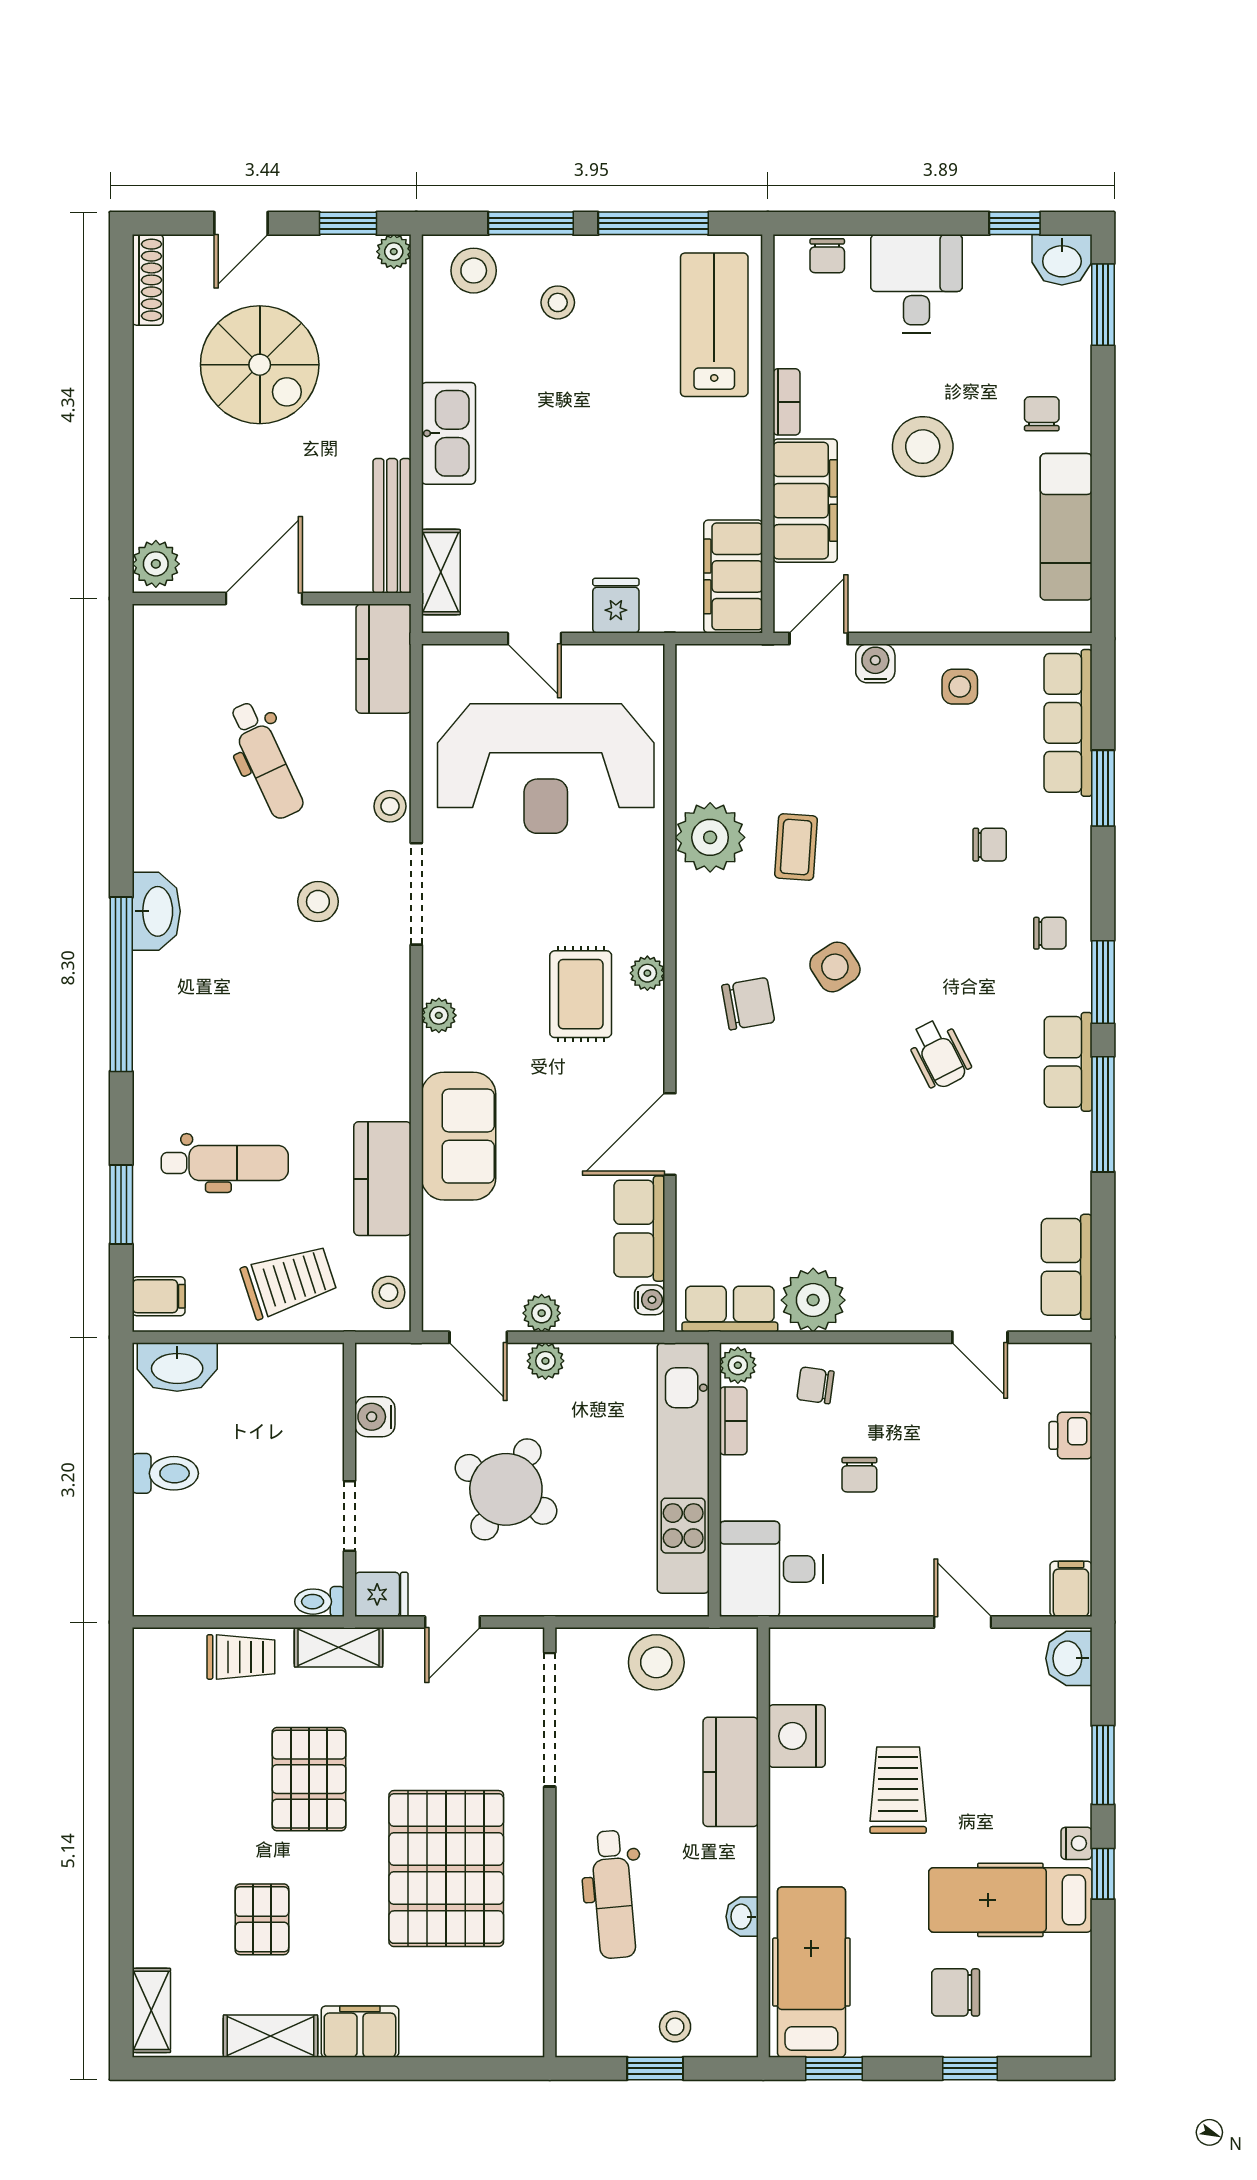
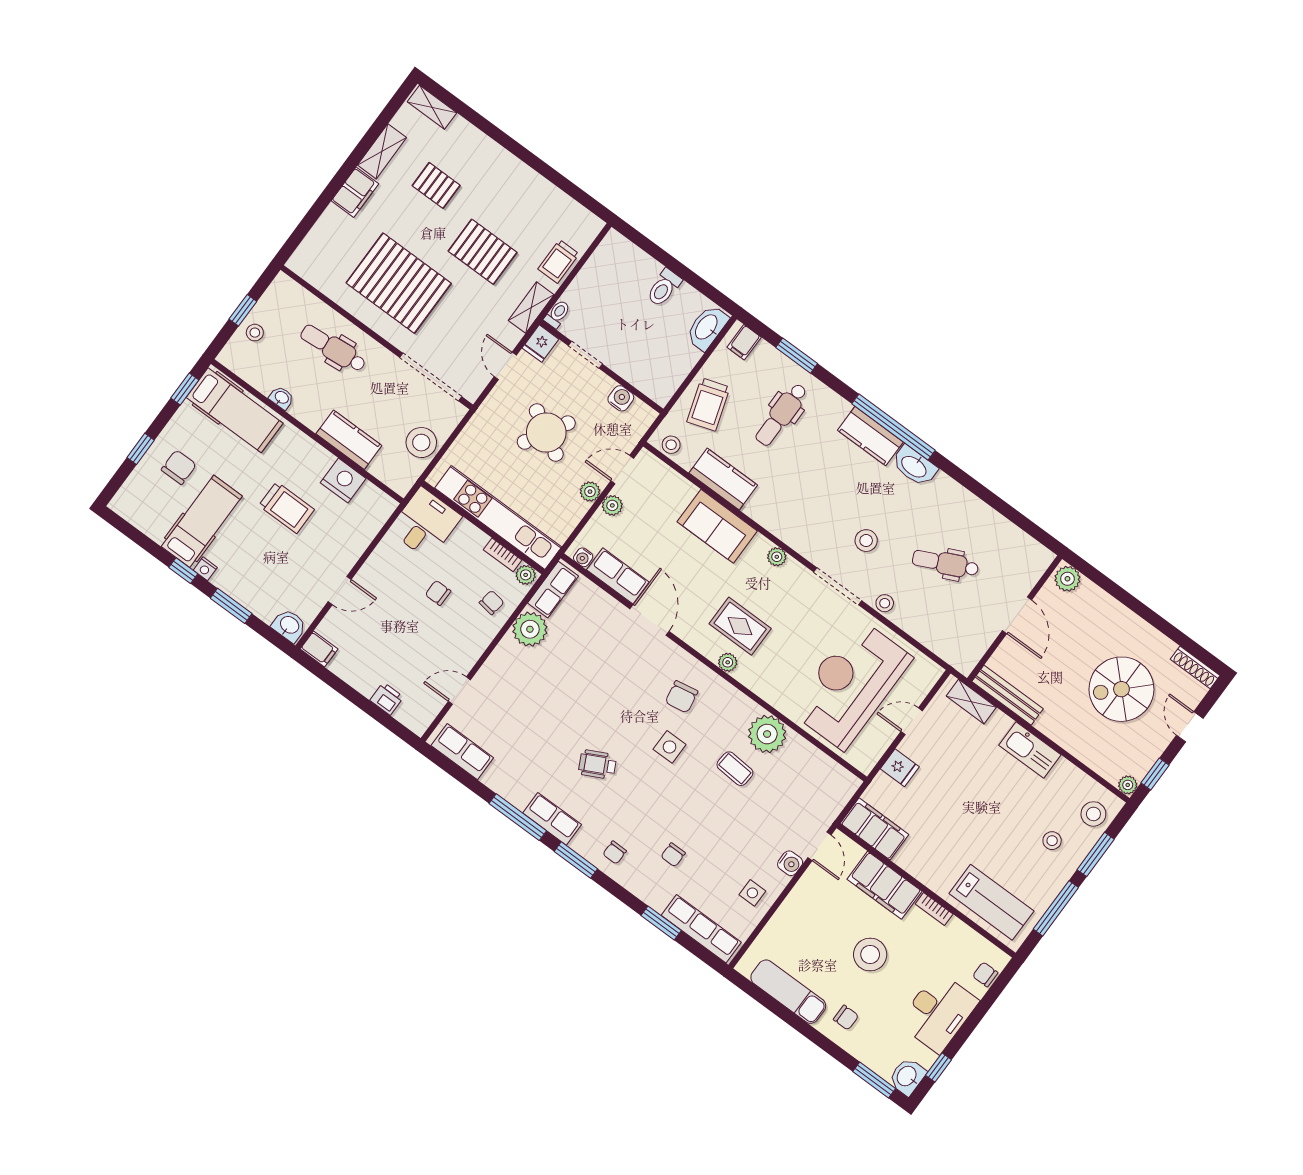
desk: (917, 284) -> (938, 1012), width x1.37
kitchen counter: (384, 659) -> (870, 436), moved, turned 180
side table: (835, 967) -> (670, 747), turned 33

